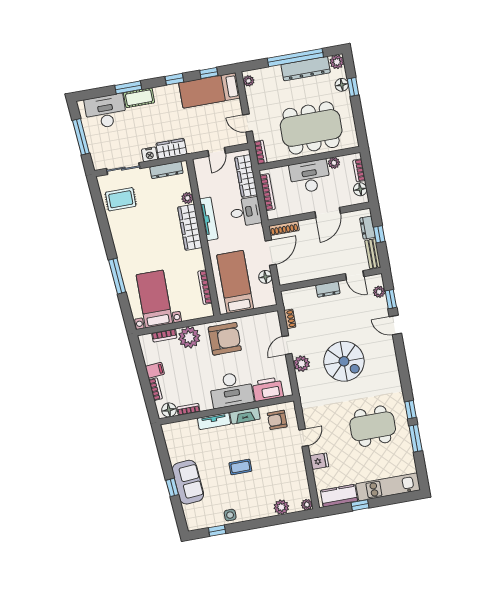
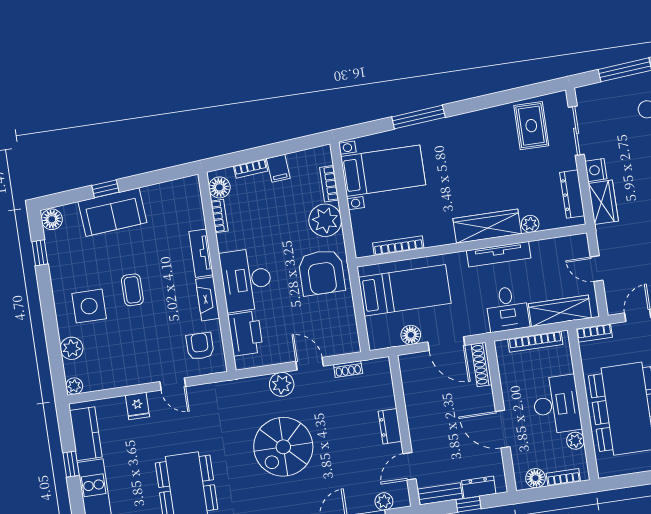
side table: (230, 515) -> (89, 306), moved, width x1.87, depth x1.87
floor lamp: (194, 523) -> (52, 219), added

